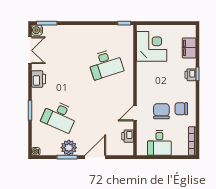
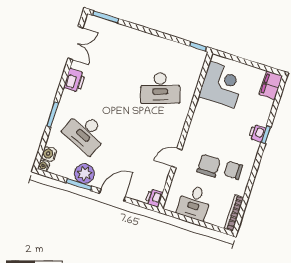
water cooler: (37, 30) -> (49, 154), moved
filing cabinet: (189, 48) -> (271, 85), moved
printer: (128, 136) -> (154, 198), moved

